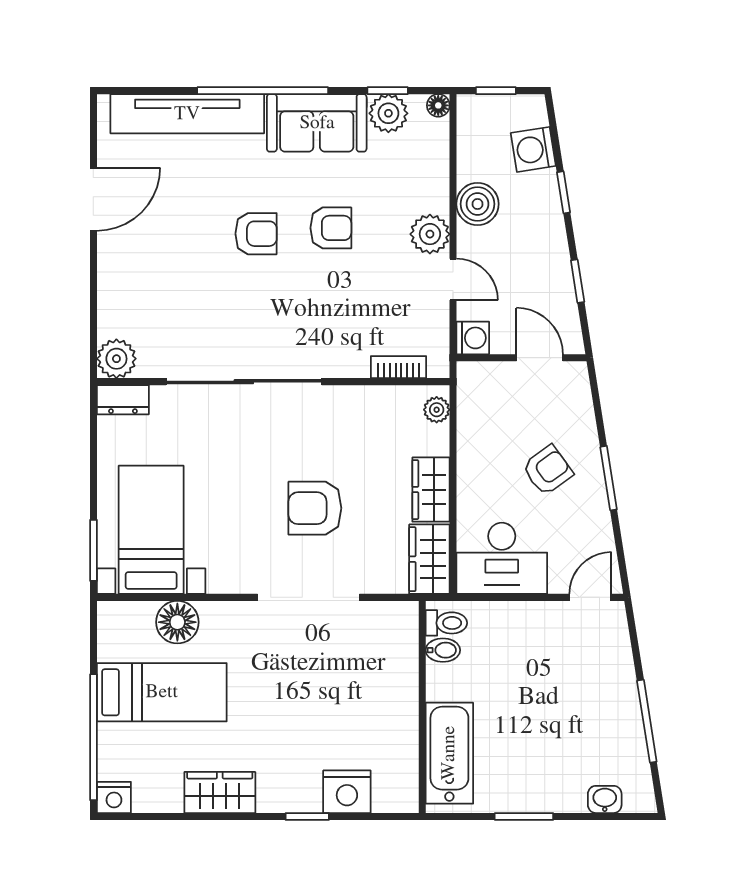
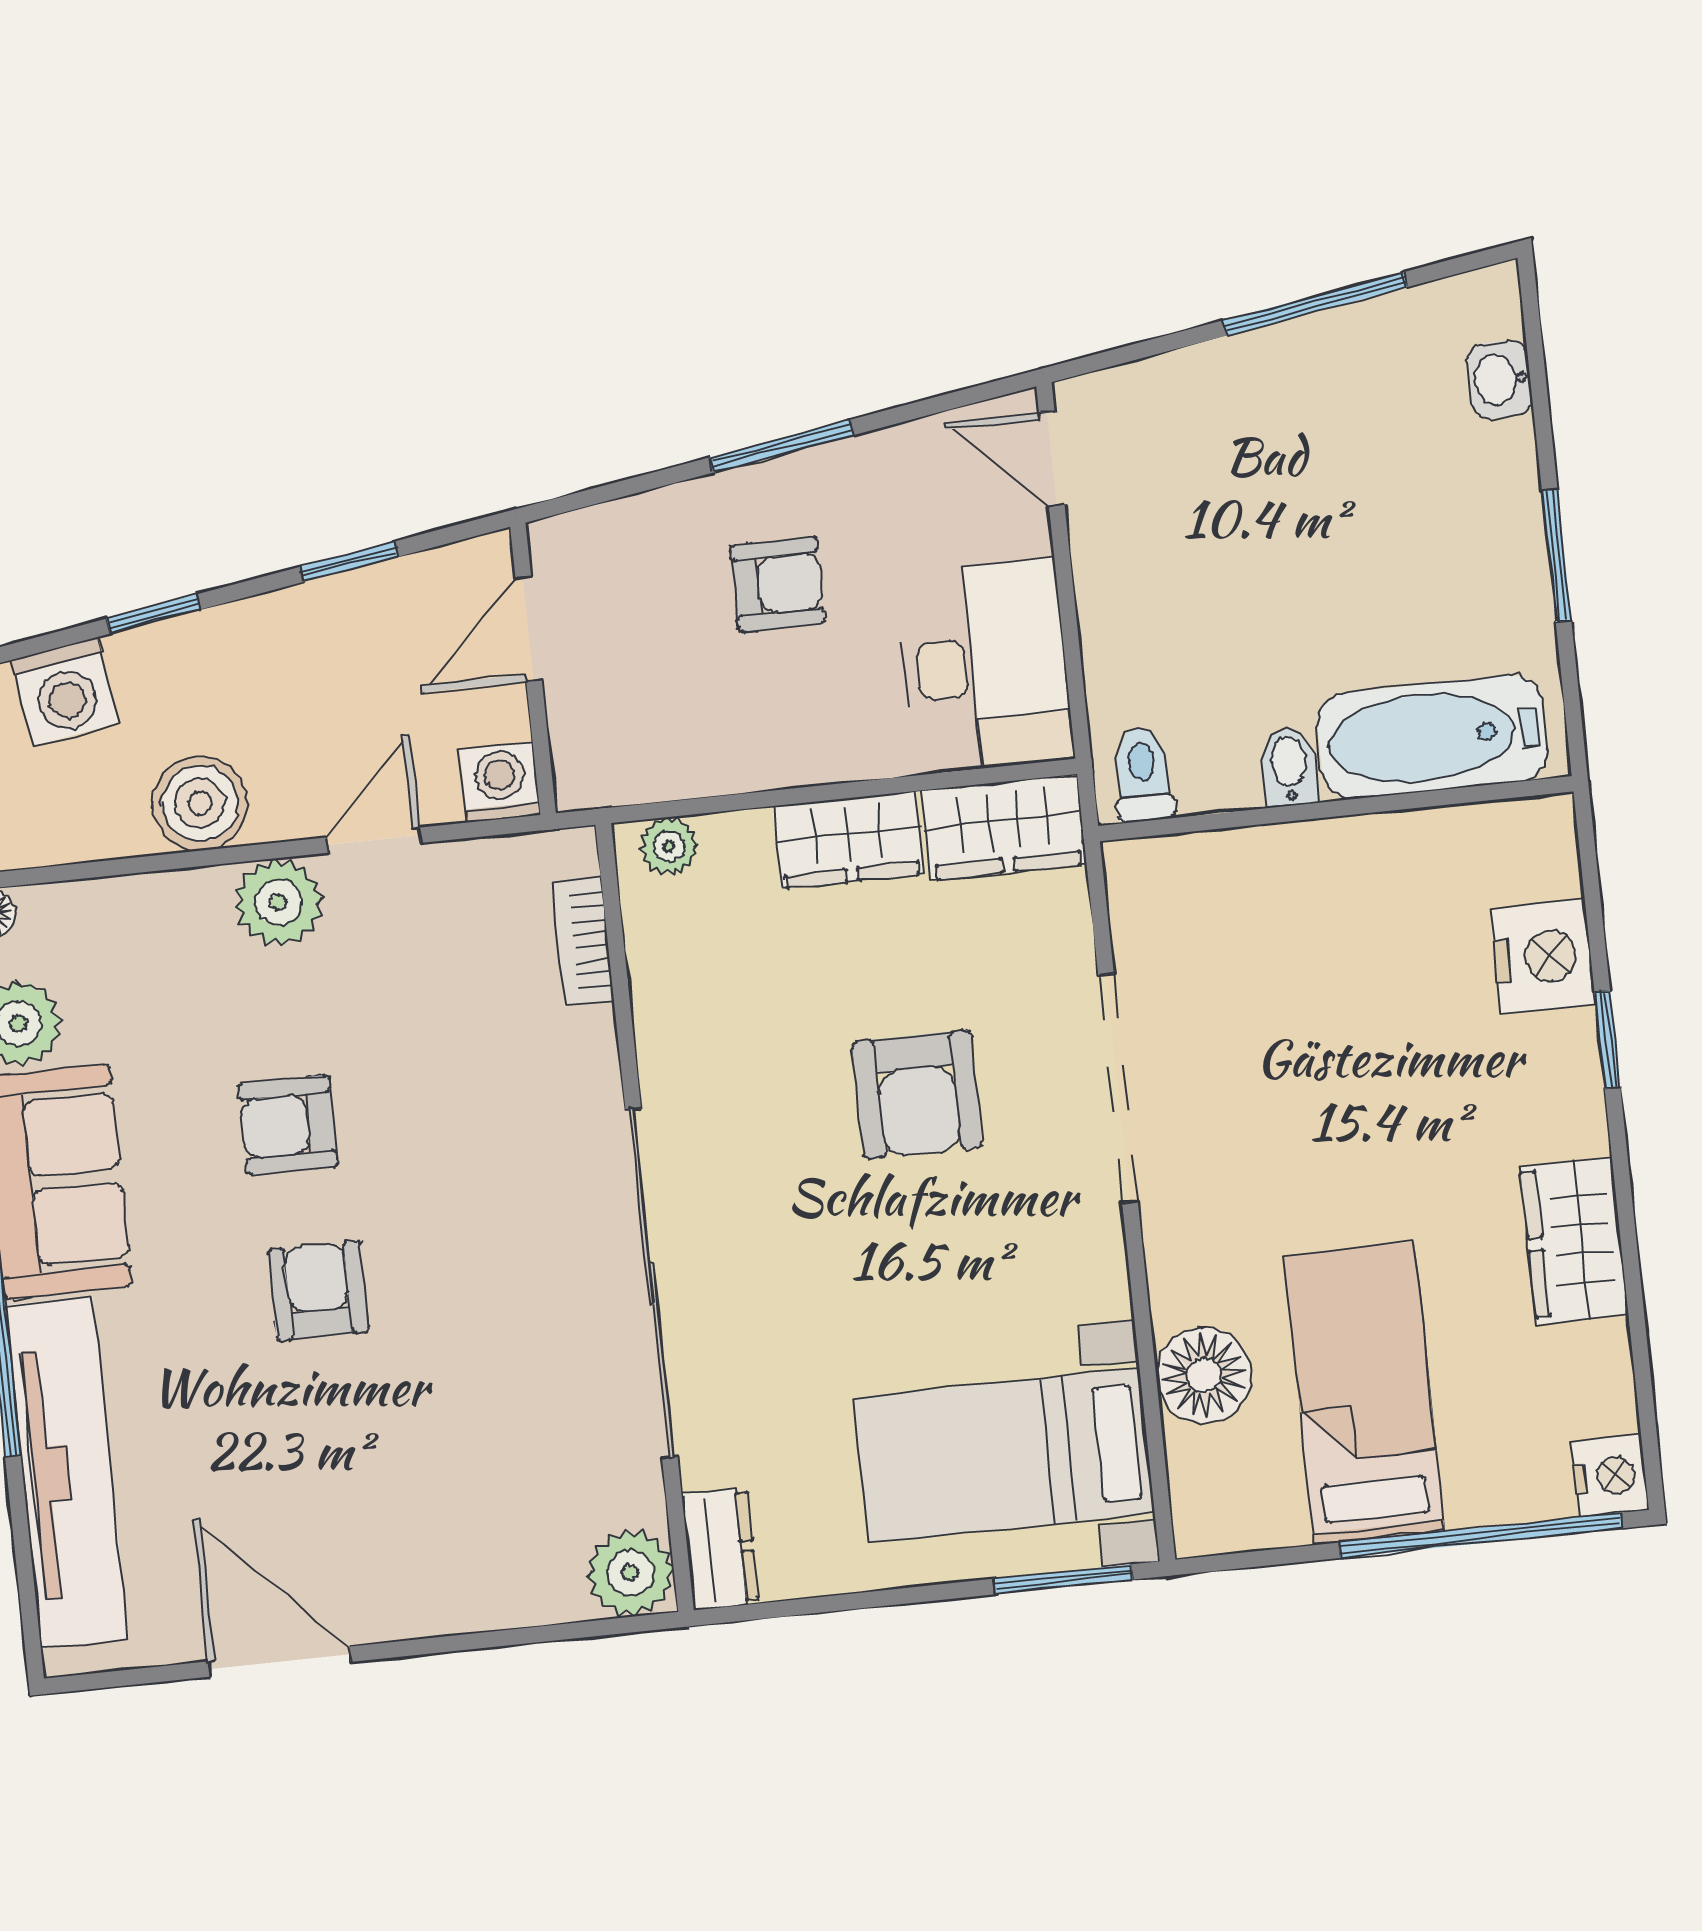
armchair: (331, 228) -> (288, 1125), turned -90
armchair: (548, 470) -> (778, 584), turned 126
bidet: (443, 650) -> (1289, 767), moved

